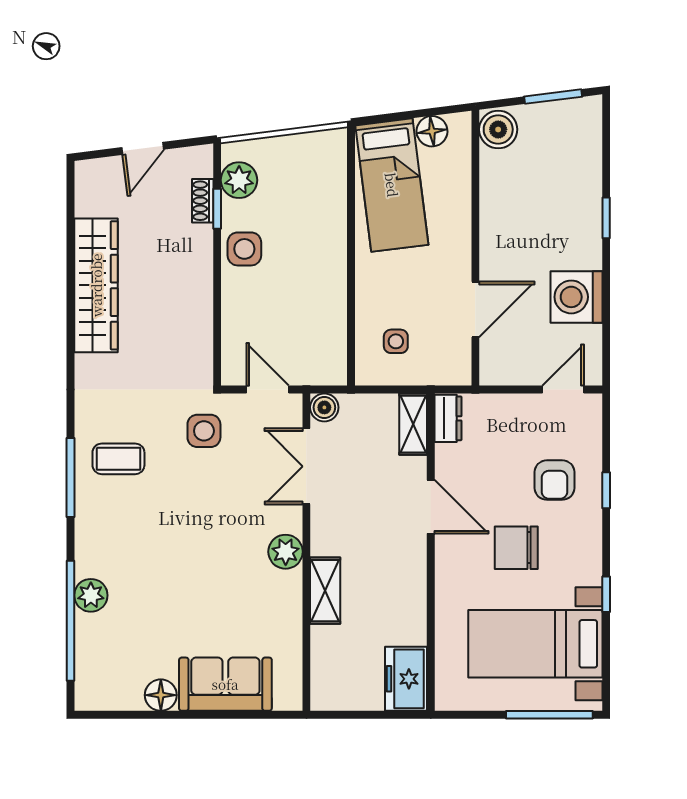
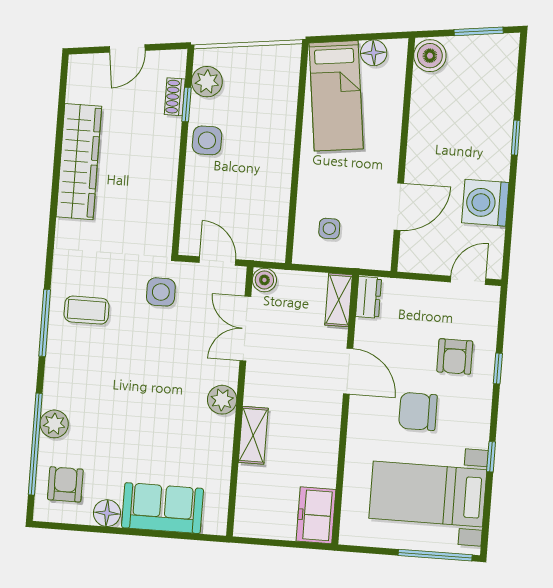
armchair: (109, 665) -> (65, 484), added

